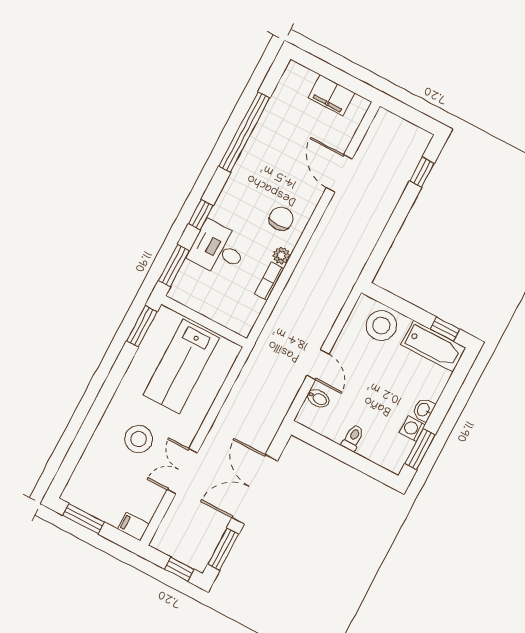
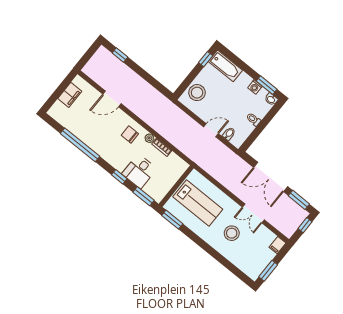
bathtub: (433, 346) -> (225, 66), moved, turned 90
washbasin: (424, 410) -> (271, 99), moved

